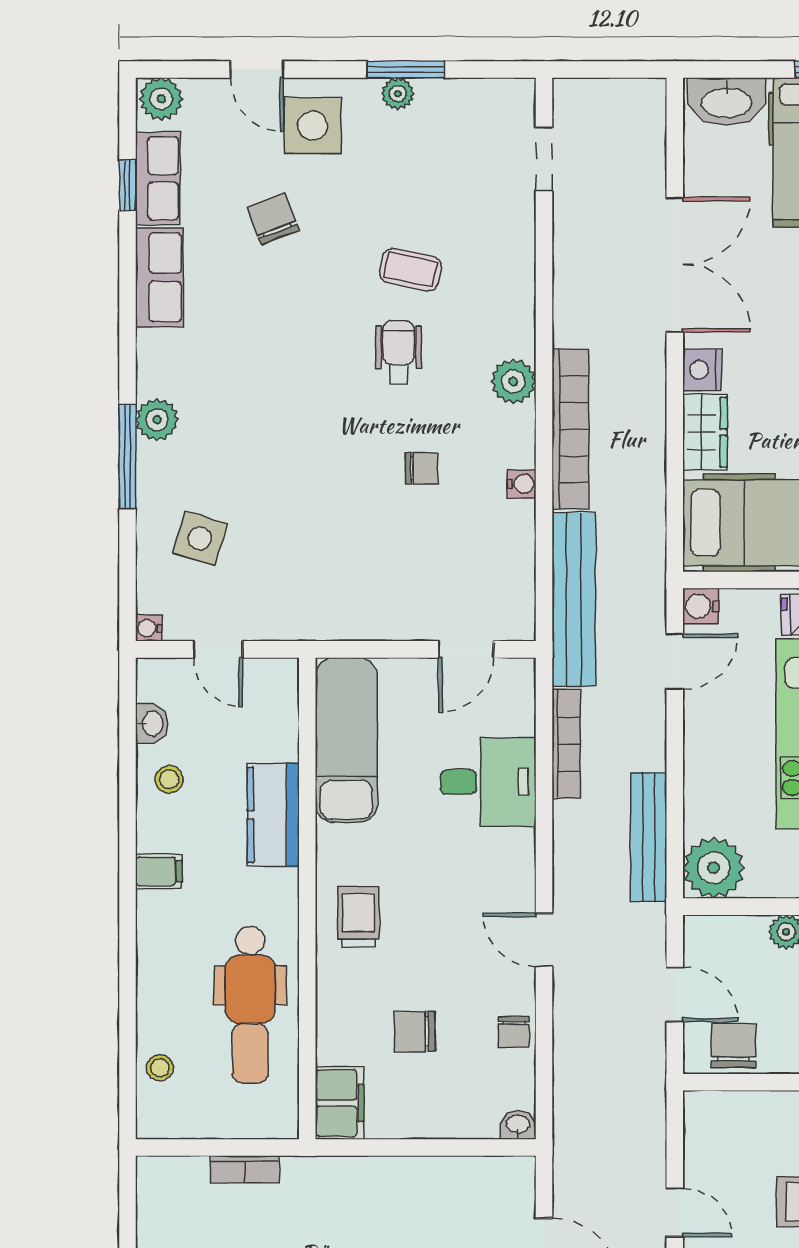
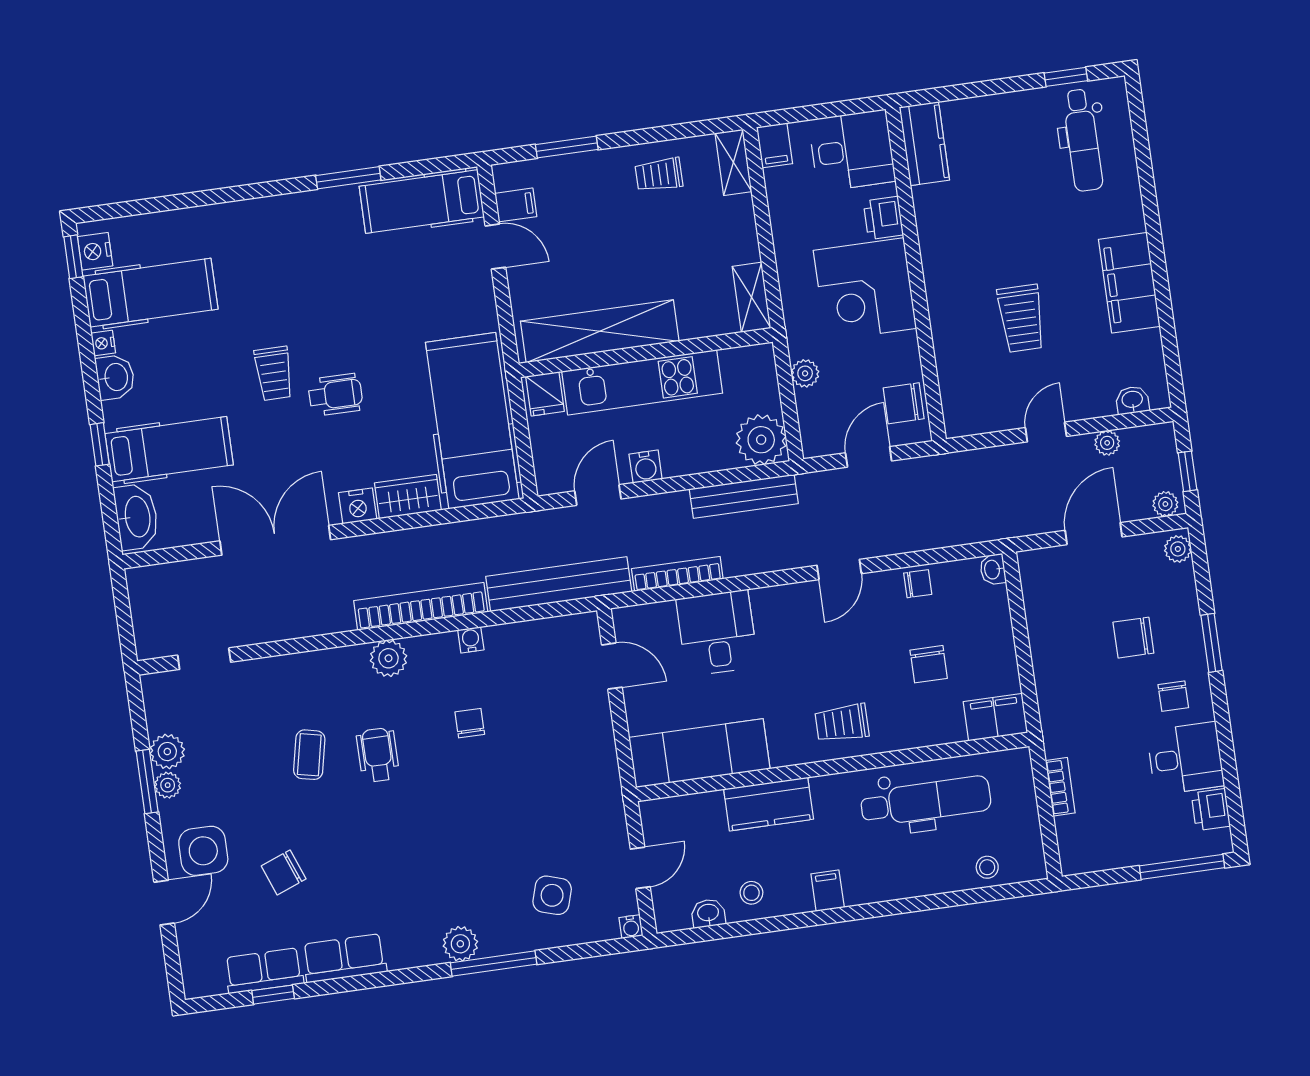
plant: (161, 99) -> (167, 752), moved
wheelchair: (399, 352) -> (378, 755), turned 90
water cooler: (701, 606) -> (646, 467), moved
door: (675, 662) -> (598, 495), hinge flipped

